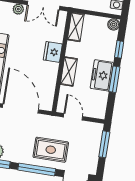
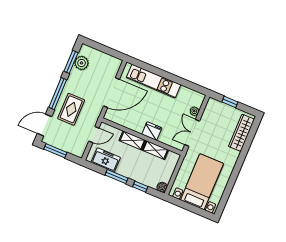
shelving: (76, 27) -> (155, 150), moved
freezer: (102, 75) -> (106, 160), moved
window: (104, 144) -> (55, 151), moved

